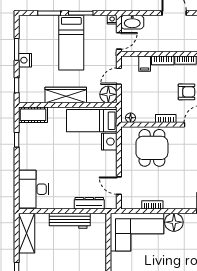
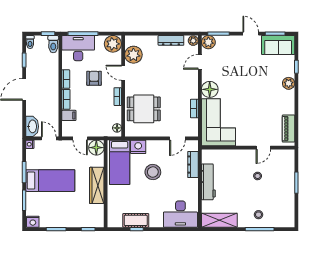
nightstand: (25, 60) -> (33, 222), moved
cot: (33, 115) -> (136, 220), moved, turned 90
stool: (81, 158) -> (153, 172), added

